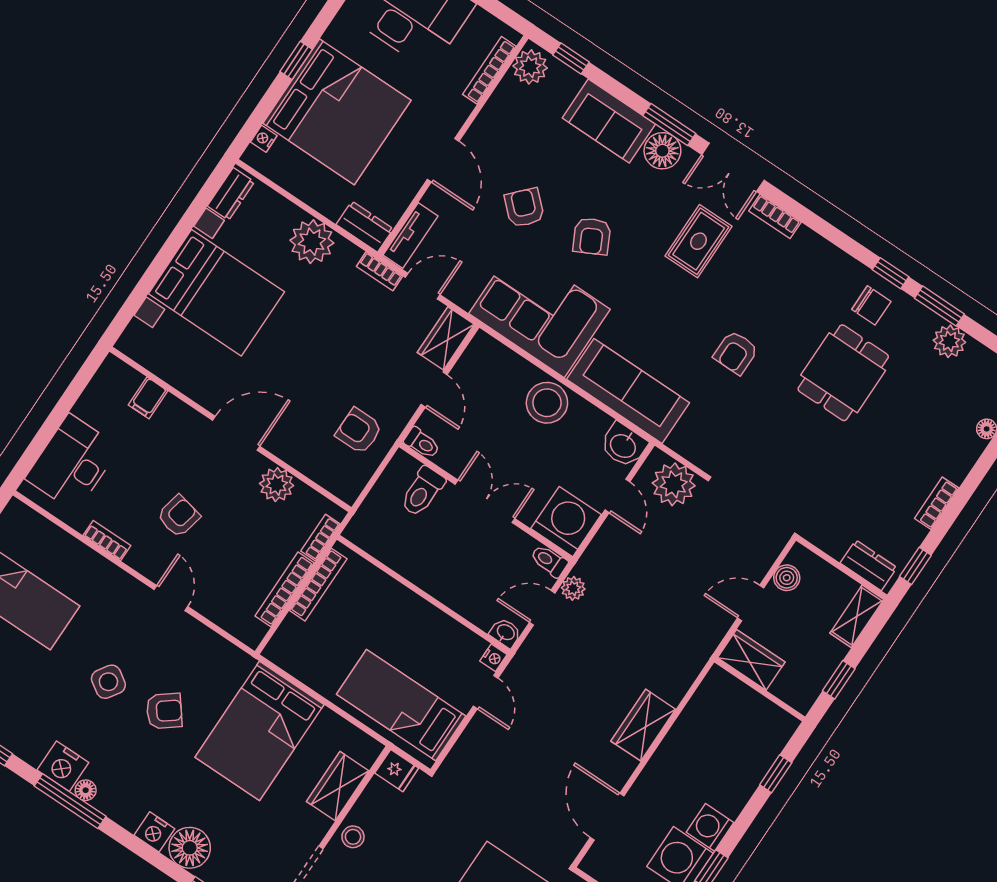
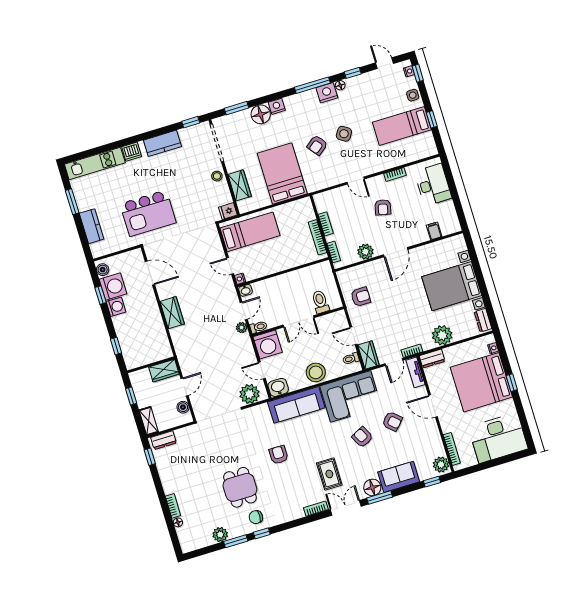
toilet: (422, 443) -> (351, 359), moved
bookcase: (937, 503) -> (173, 506), moved
bookcase: (284, 589) -> (326, 224), width x0.64
floor lamp: (86, 790) -> (340, 85), moved

